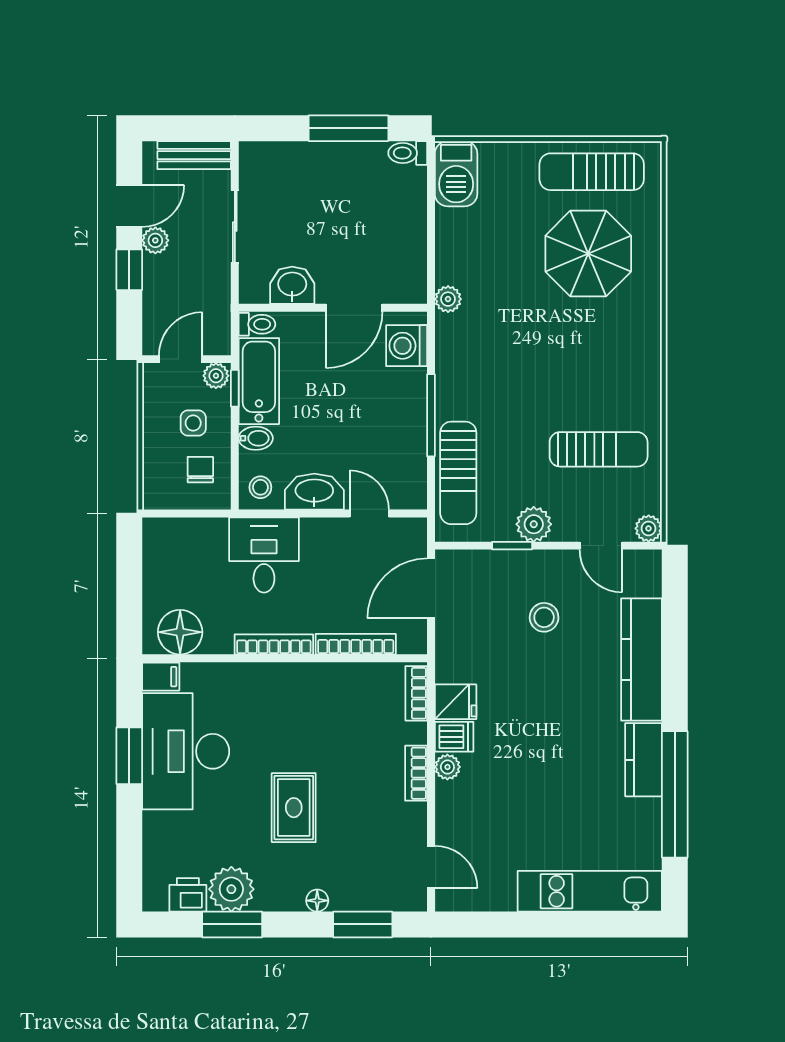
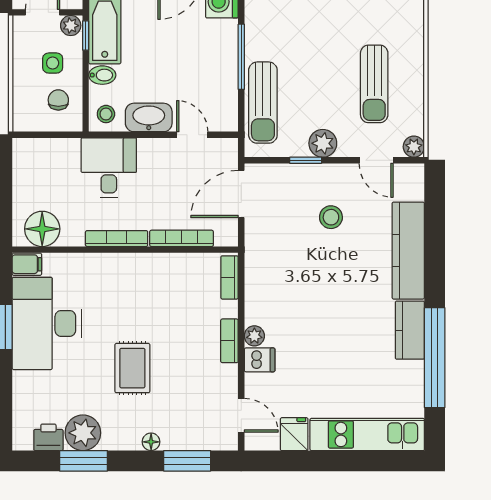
sun lounger: (599, 449) -> (374, 84), turned 90
fridge: (456, 702) -> (294, 434), moved, turned -90
dishwasher: (454, 737) -> (260, 360), moved

